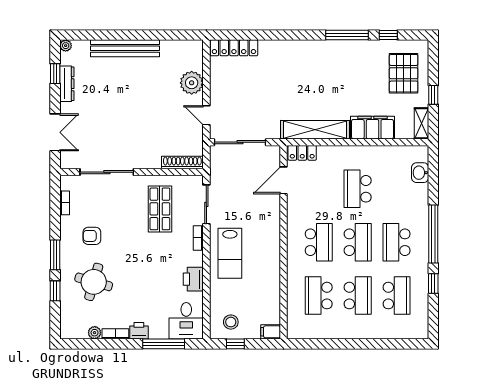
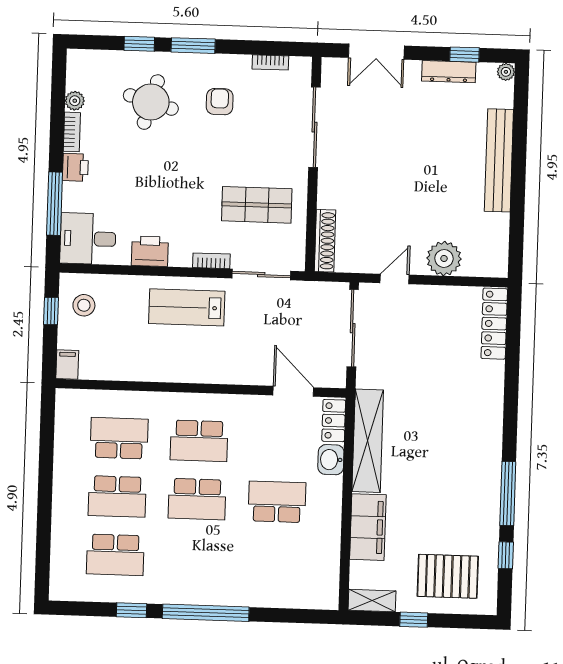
washbasin: (420, 173) -> (331, 460), moved, turned -90
school desk: (397, 242) -> (195, 557), removed

